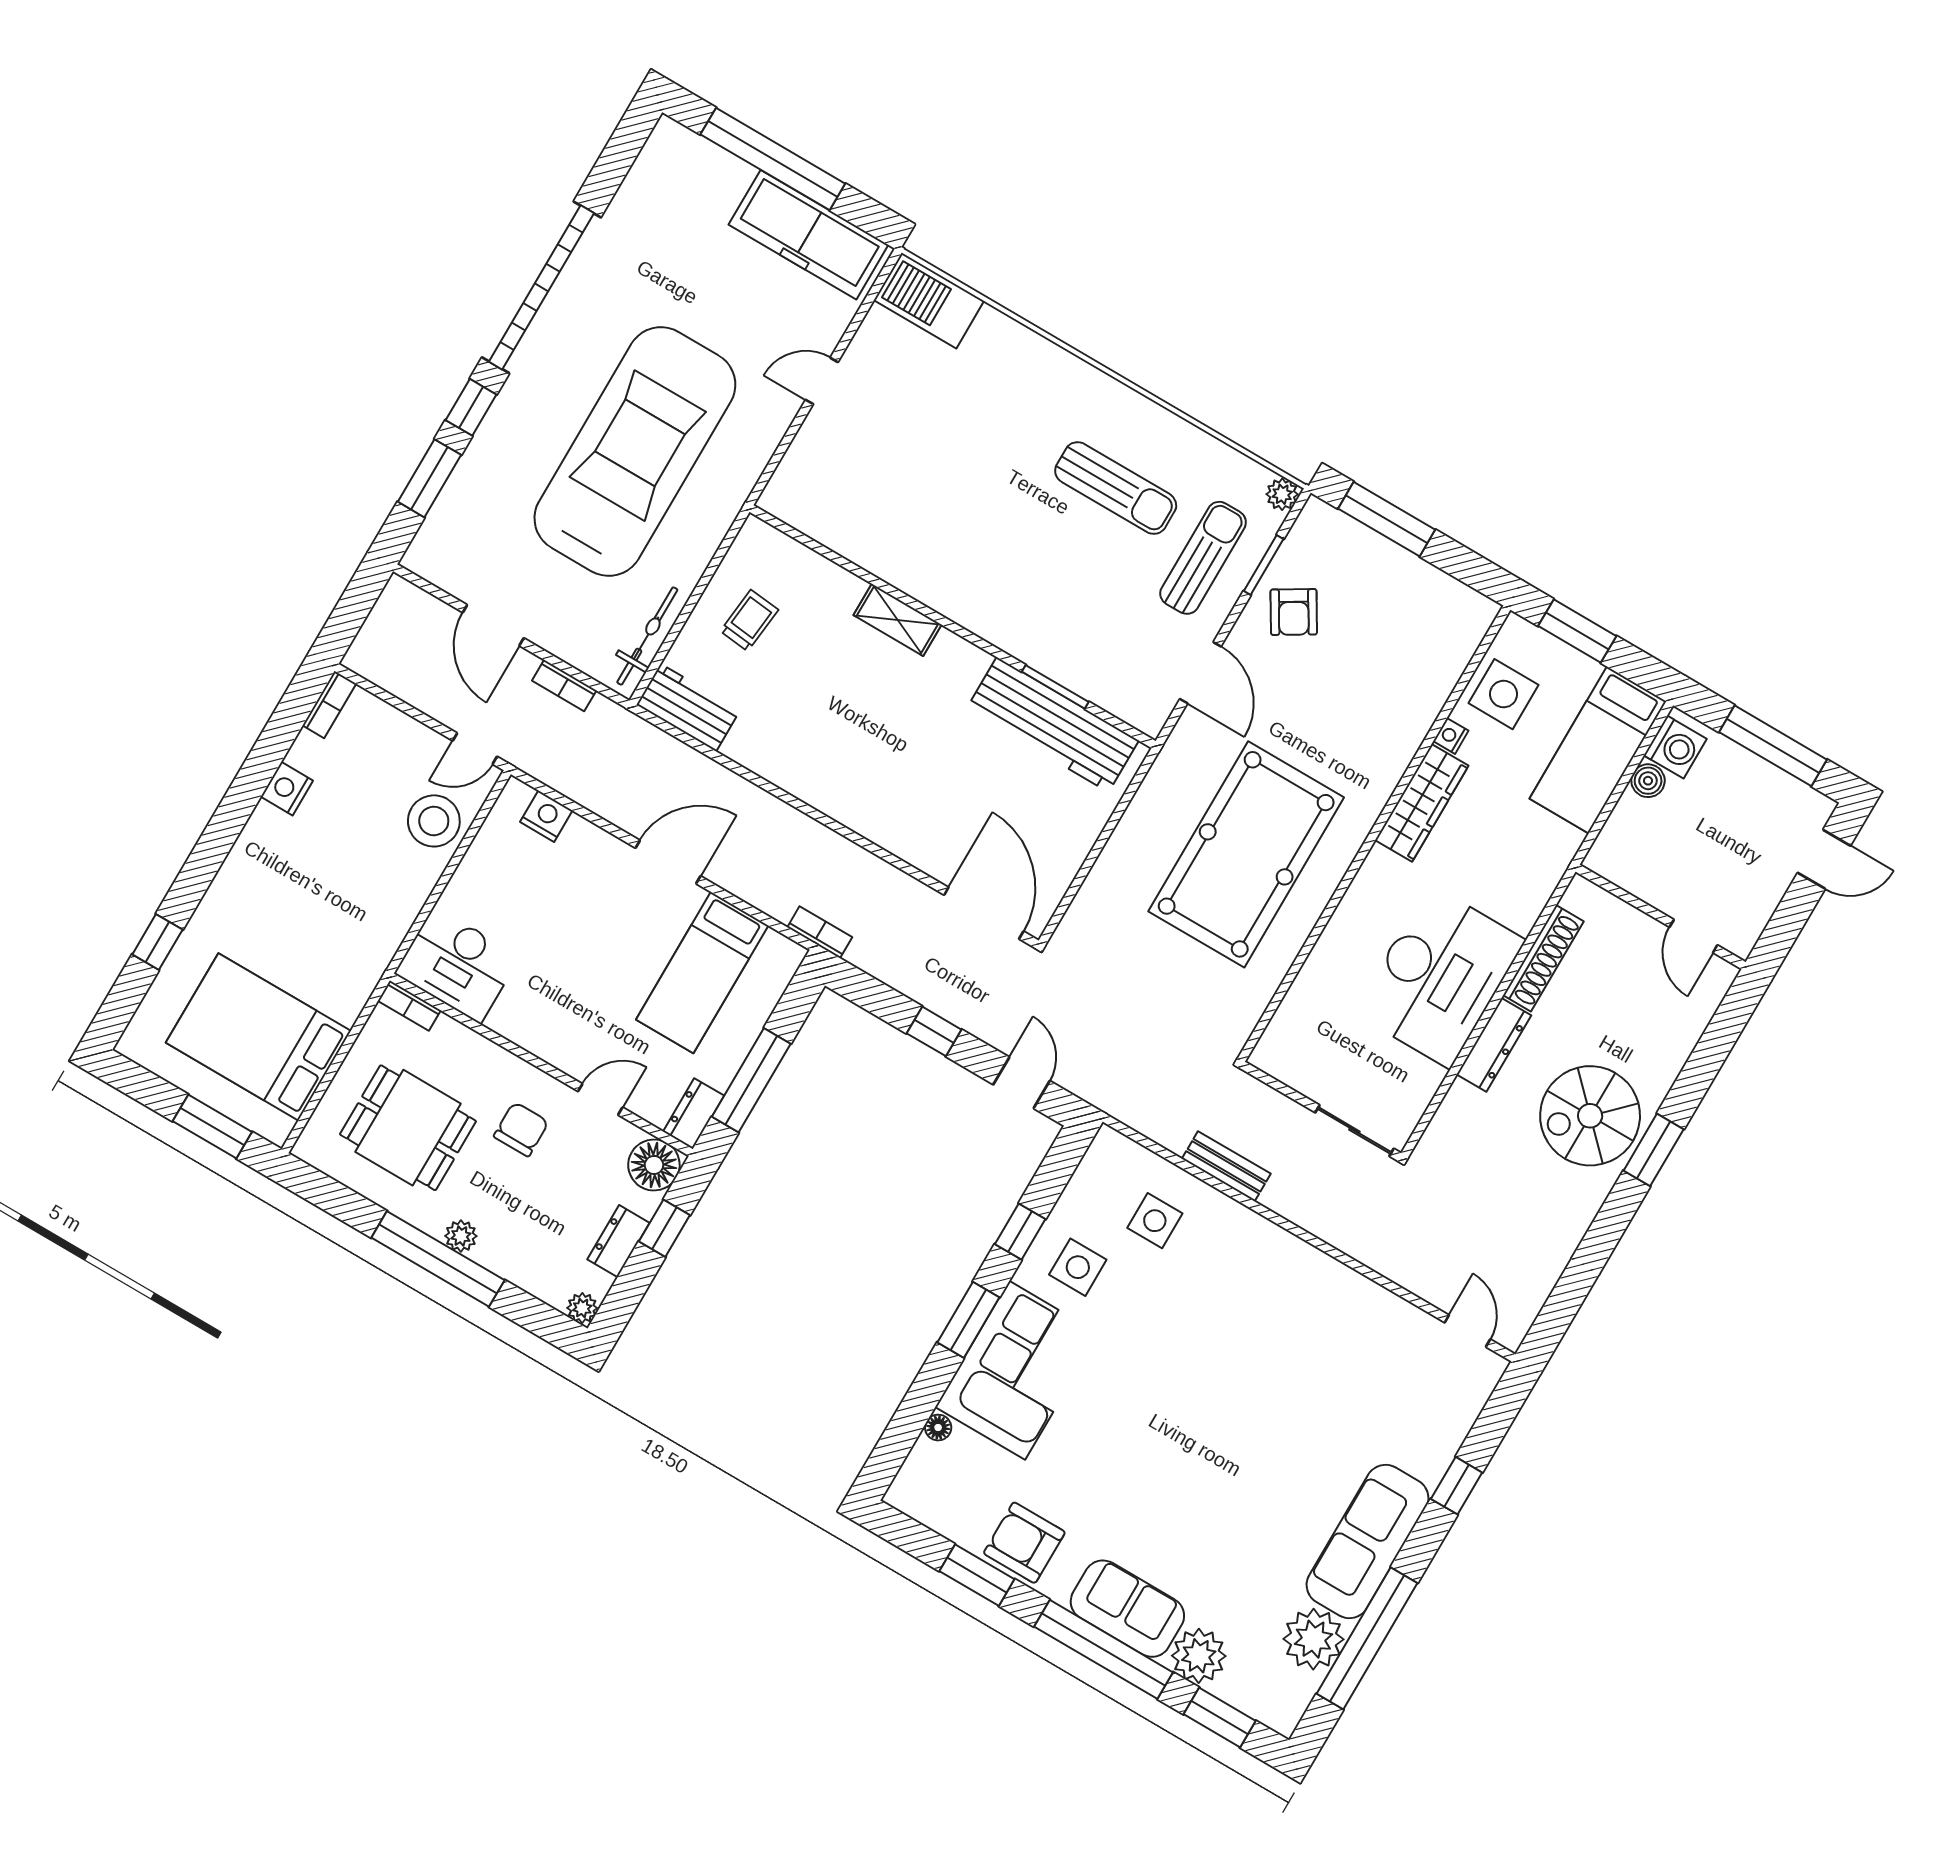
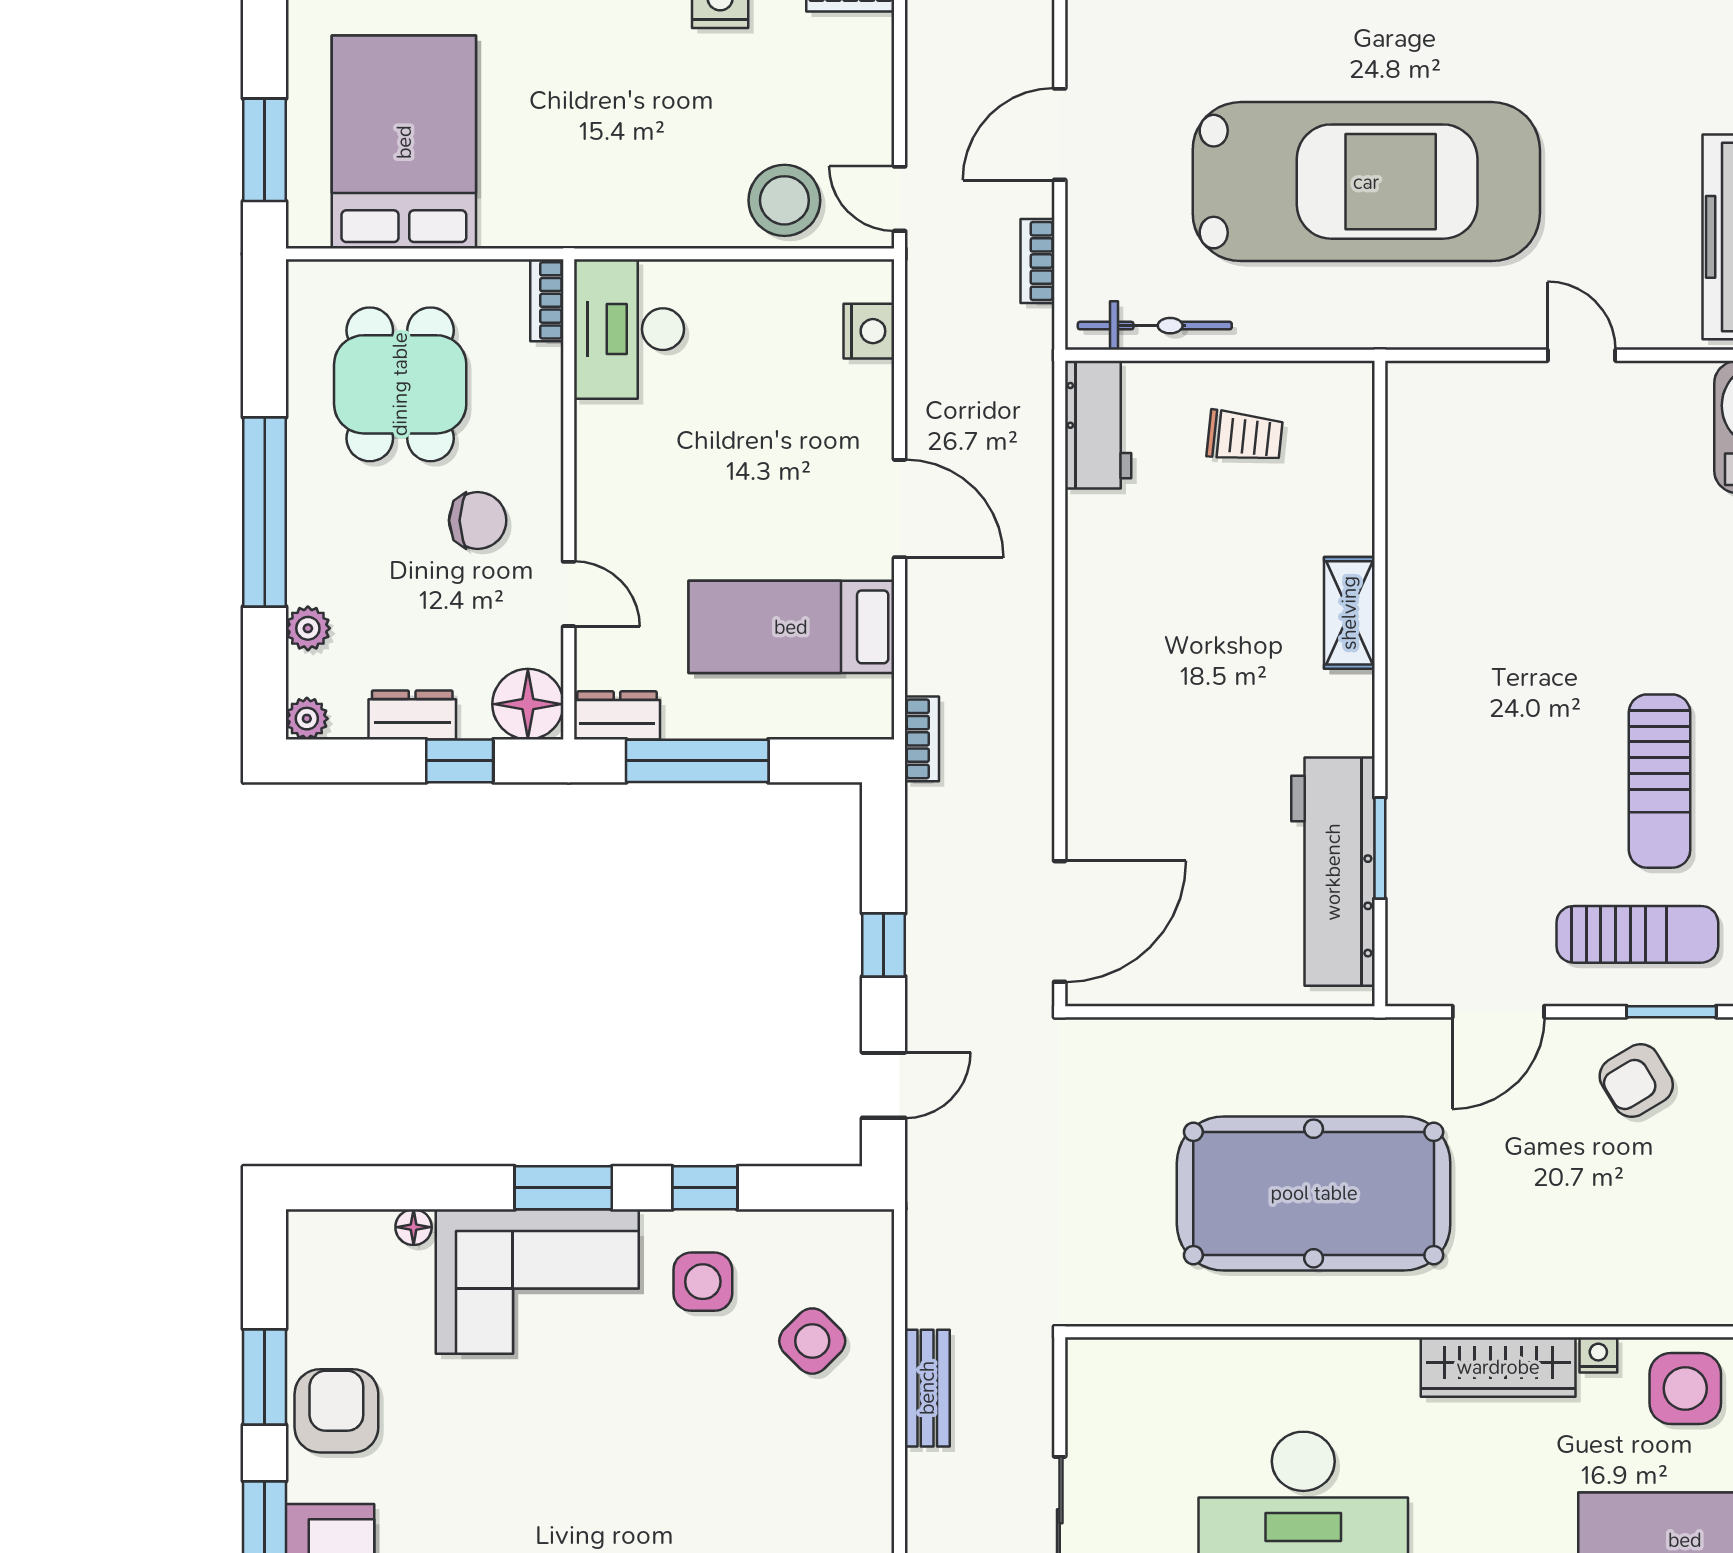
side table: (1155, 1221) -> (812, 1341), turned 45
plant: (461, 1236) -> (308, 628), moved

